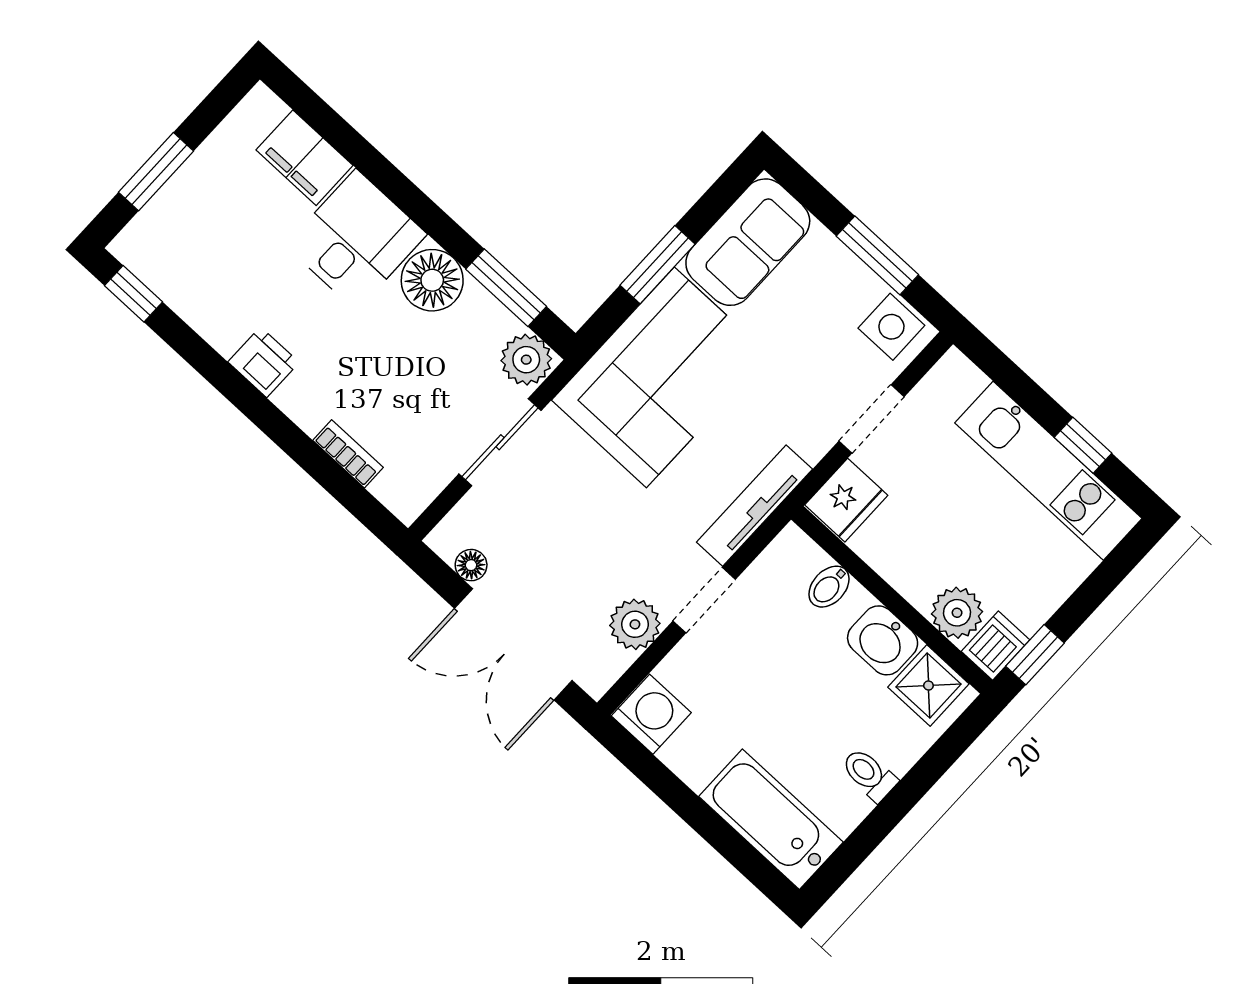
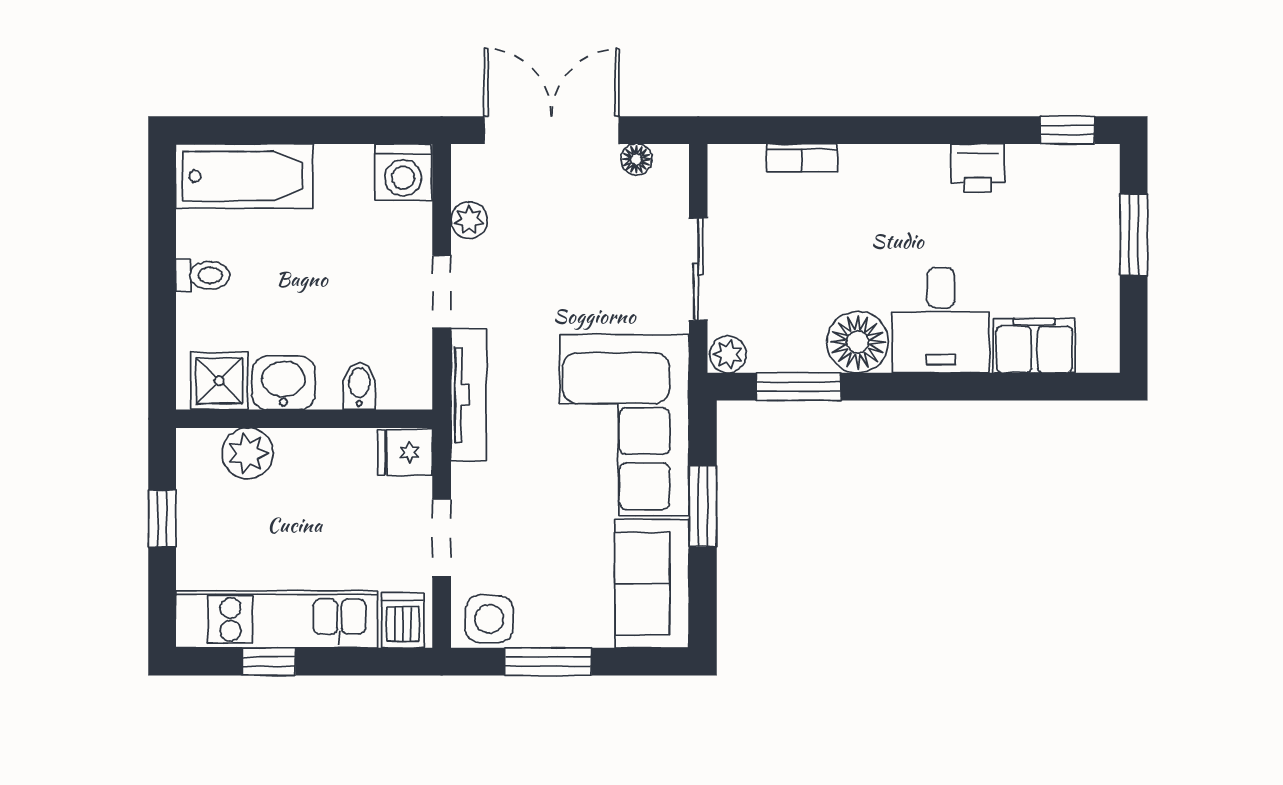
plant: (526, 360) -> (728, 354), width x0.73, depth x0.73
printer: (264, 362) -> (978, 168), moved
fridge: (846, 500) -> (405, 452), width x0.72
plant: (635, 624) -> (469, 220), width x0.73, depth x0.73
dishwasher: (996, 646) -> (403, 620), moved, turned 180
window: (1035, 655) -> (162, 519), moved

